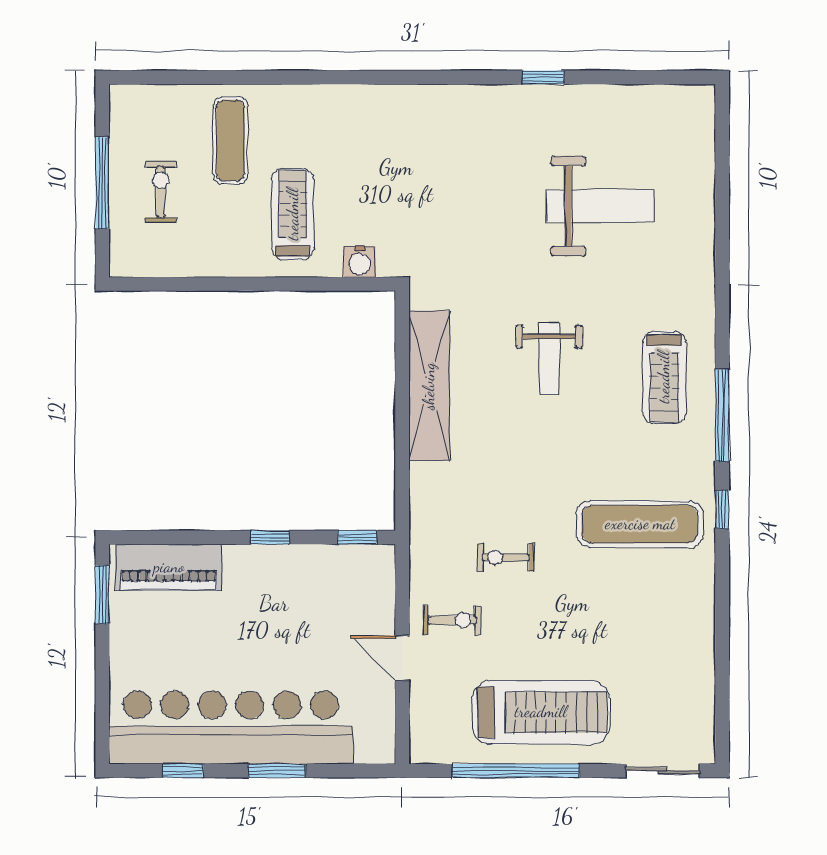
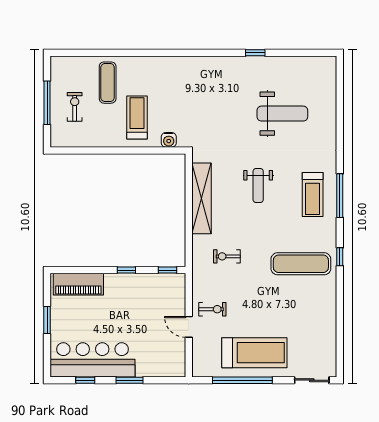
window: (722, 415) -> (340, 196), moved
exercise bike: (506, 557) -> (227, 256), moved
window: (102, 595) -> (47, 320), moved
bar counter: (231, 728) -> (92, 360), width x0.73

